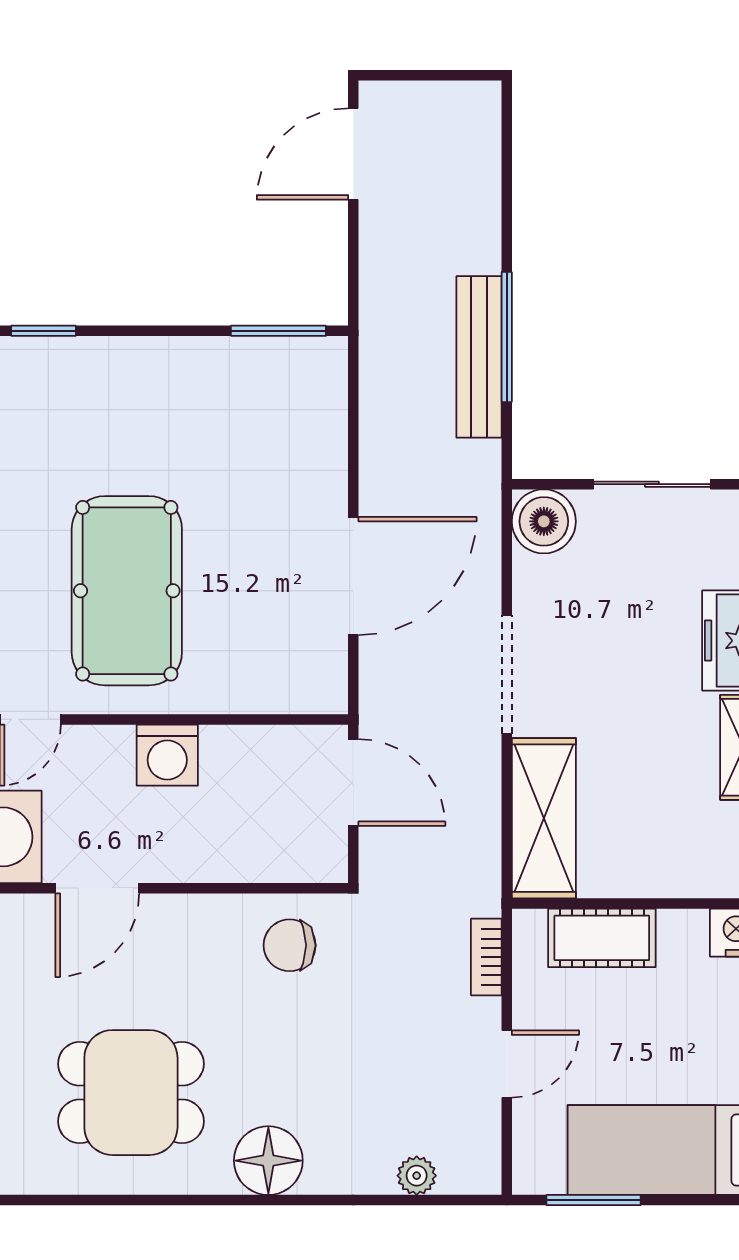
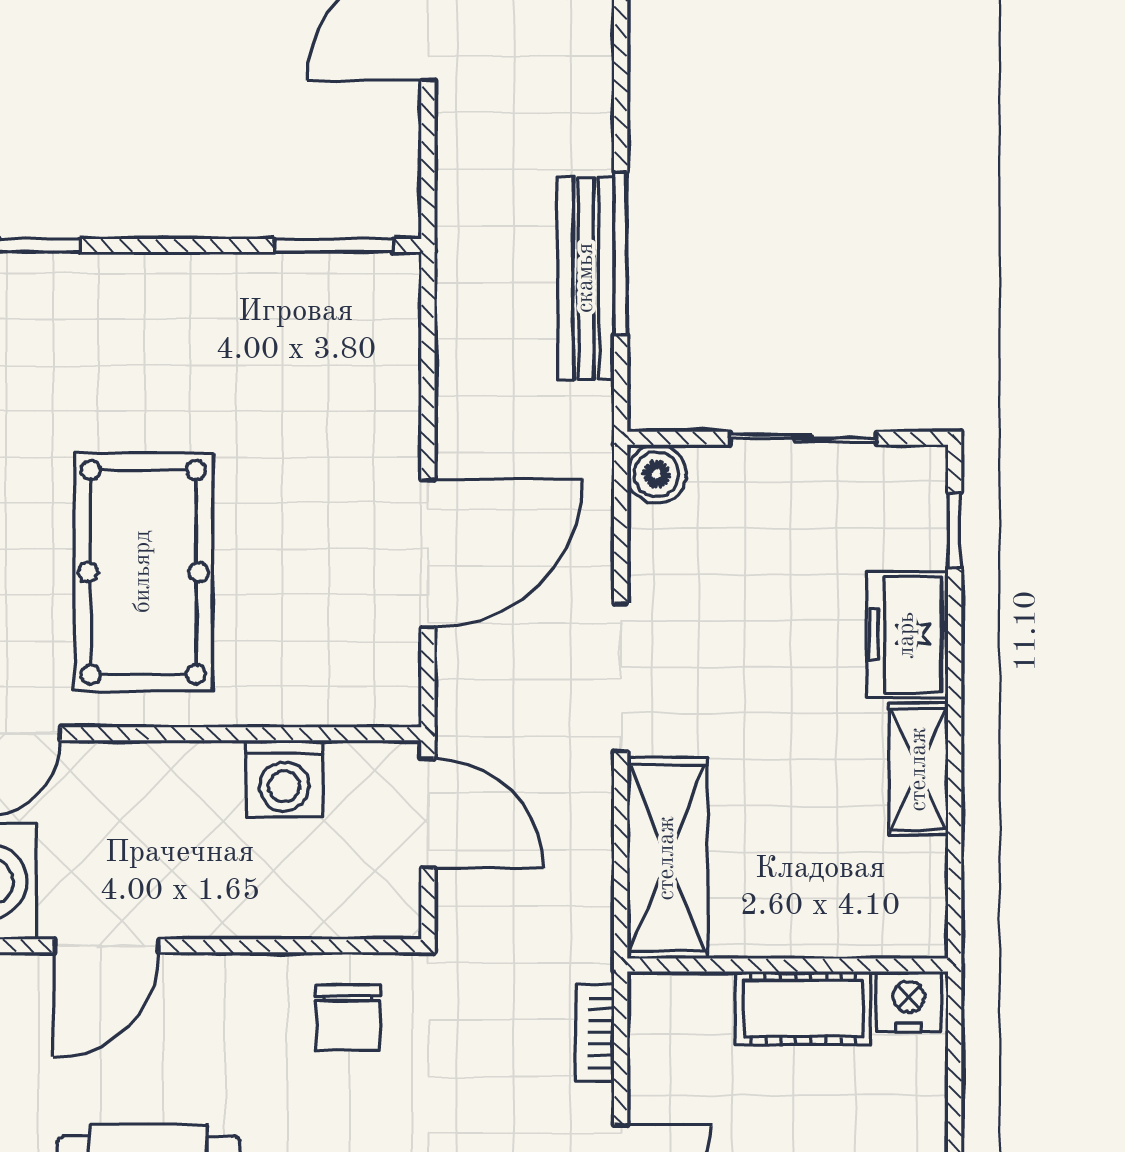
boiler: (544, 521) -> (657, 474), width x0.73, depth x0.73
washing machine: (167, 755) -> (284, 779), moved
cot: (602, 938) -> (803, 1008), moved
chair: (290, 945) -> (348, 1018), turned -90

